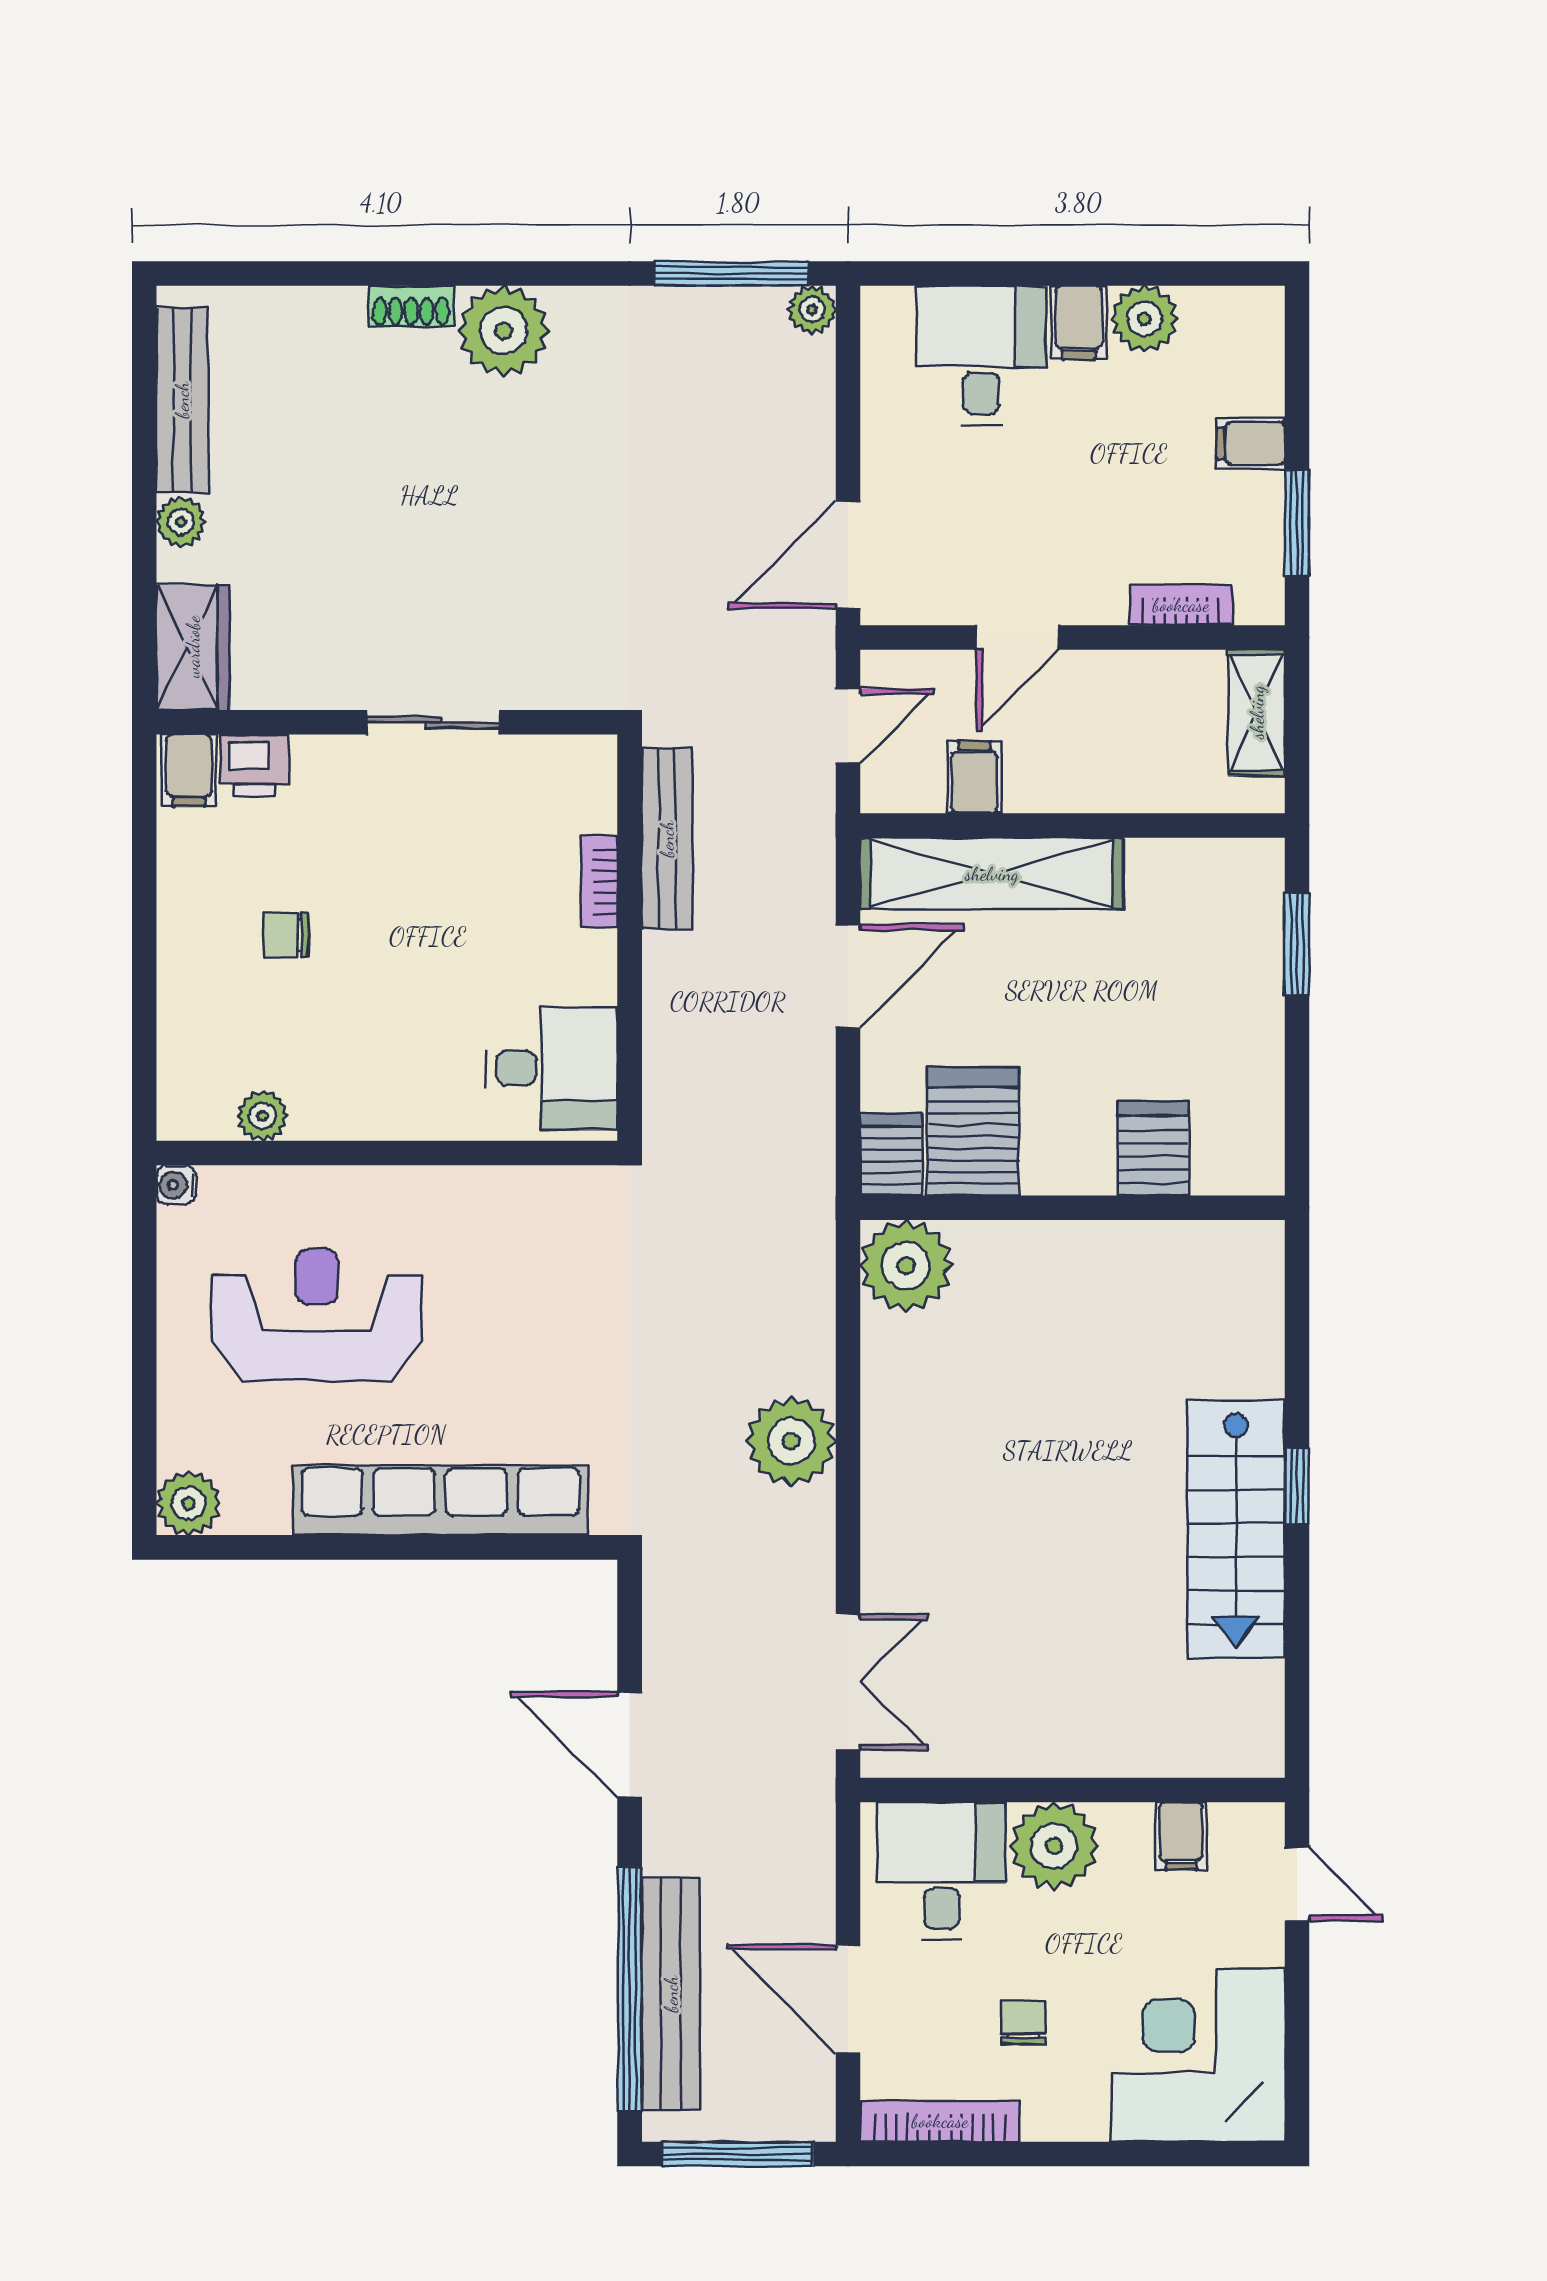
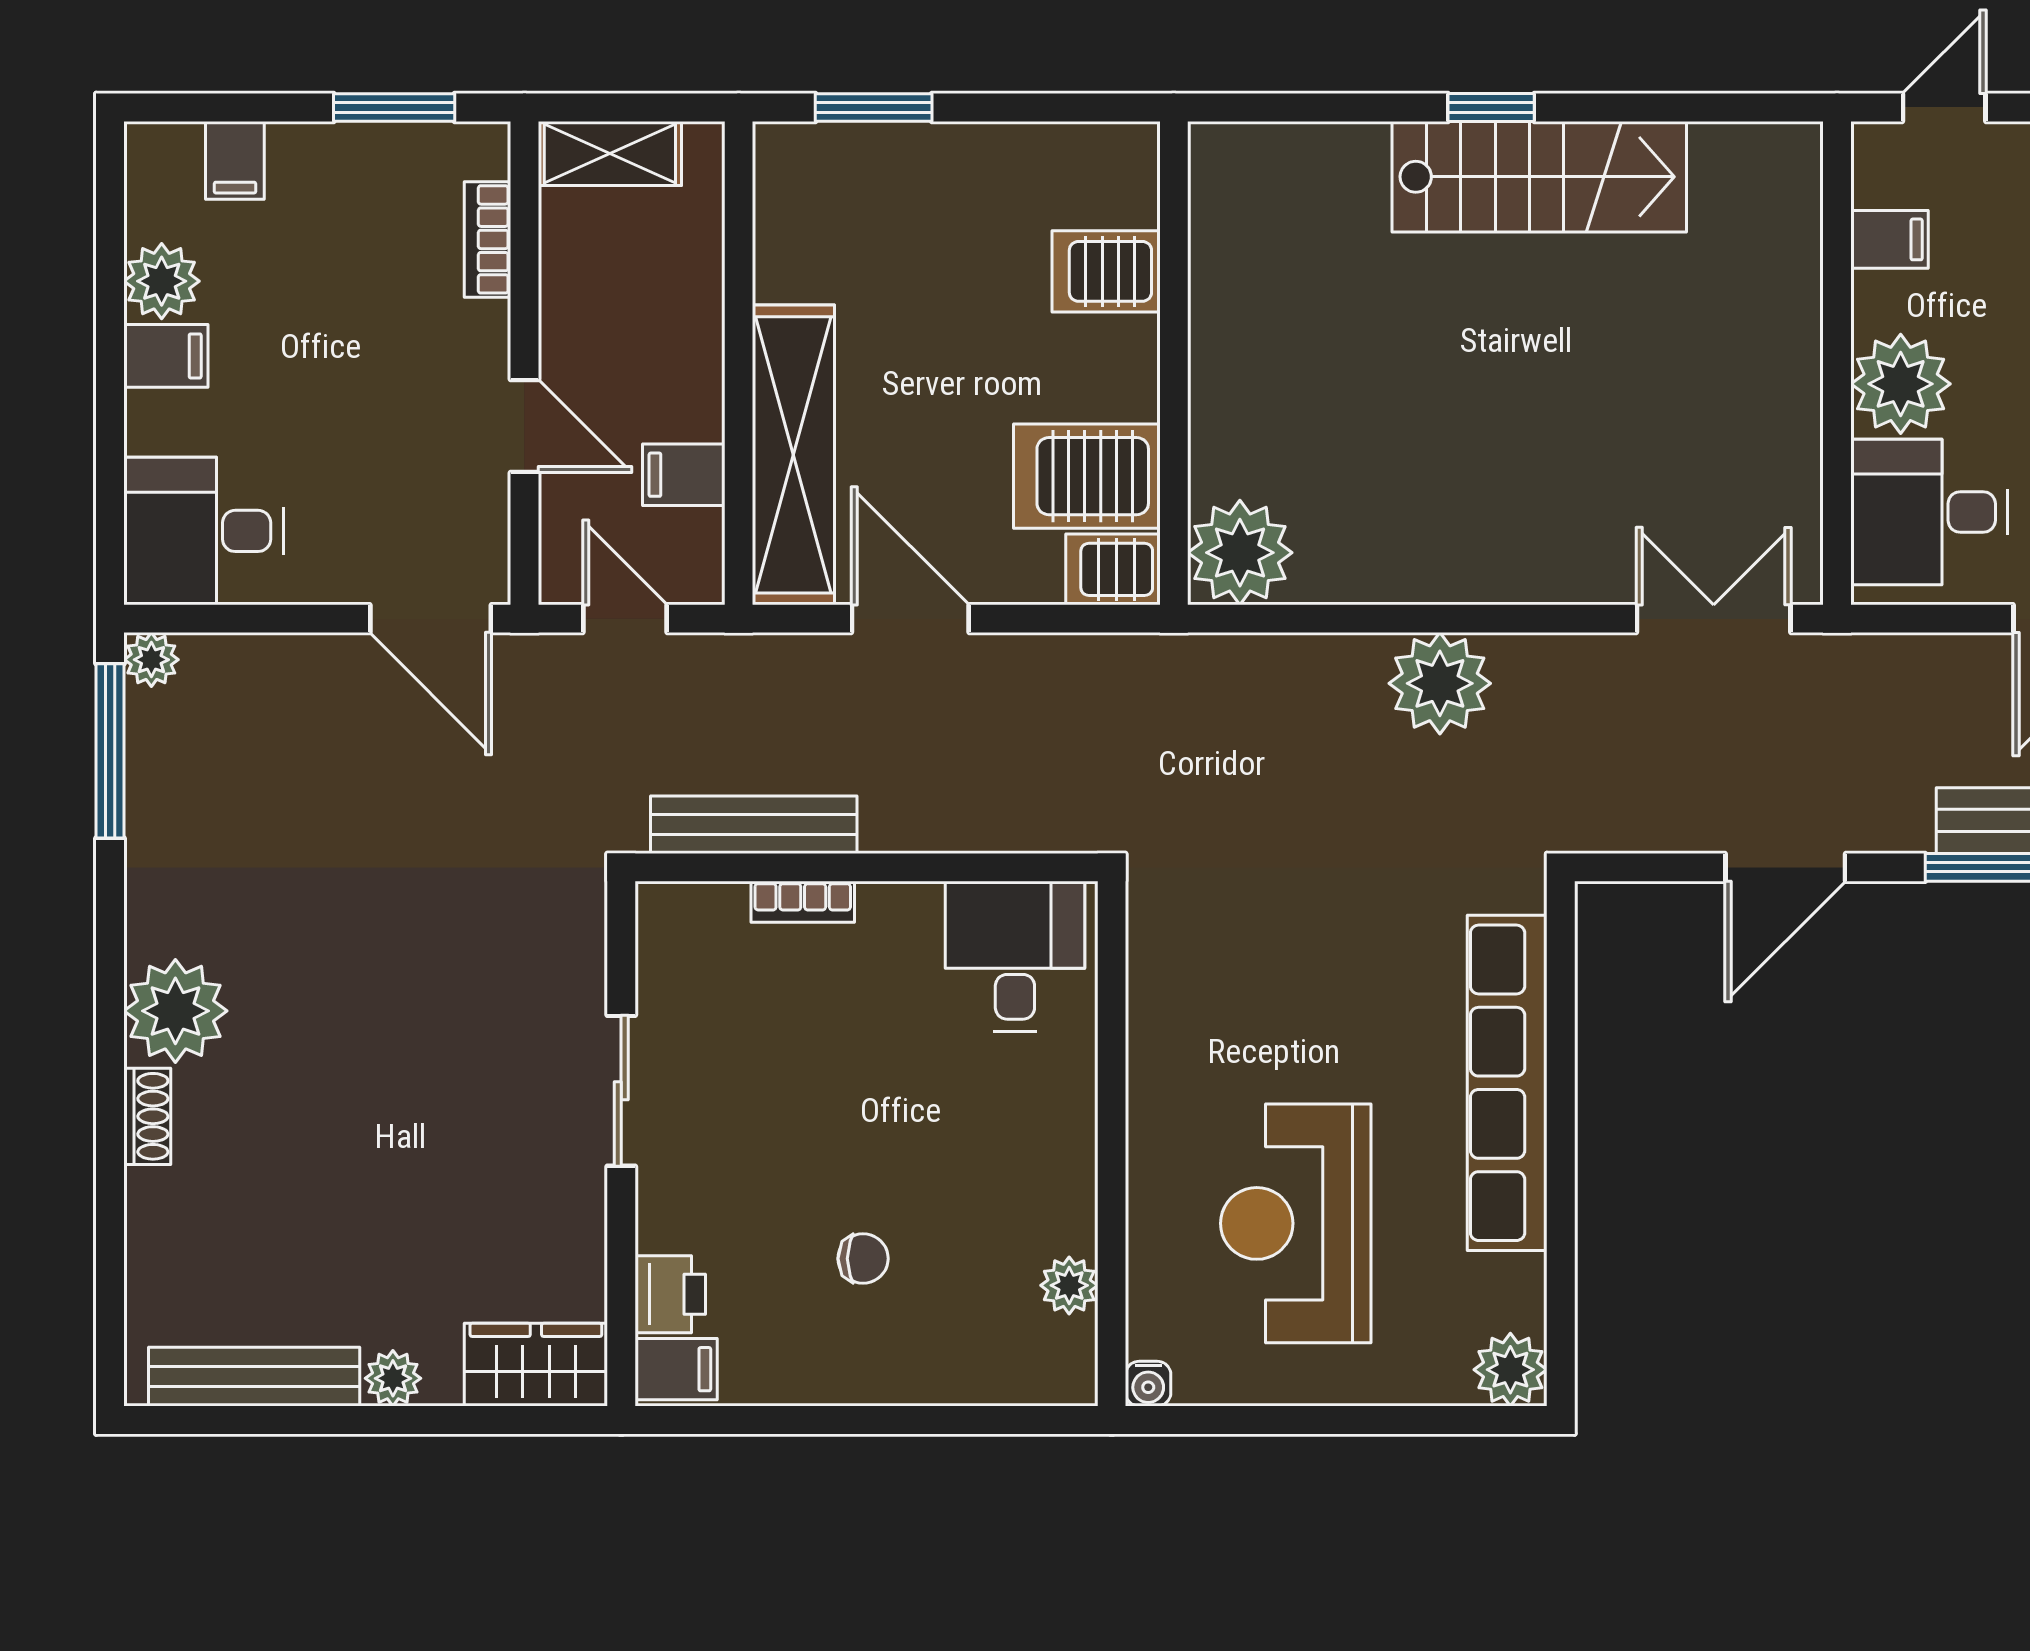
desk: (981, 356) -> (204, 531), moved
filing cabinet: (1251, 443) -> (235, 160), moved
chair: (286, 935) -> (863, 1259), turned -90

